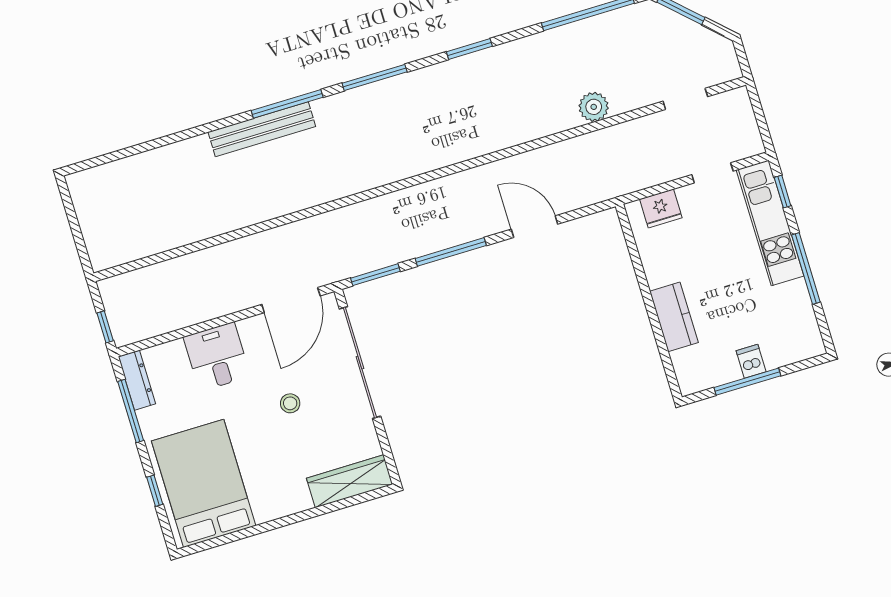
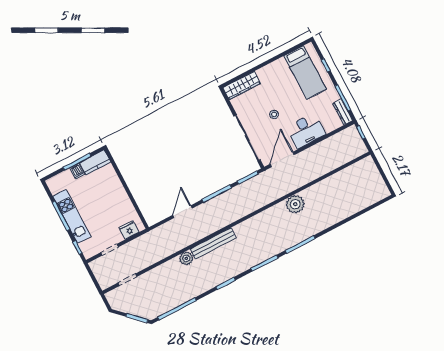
plant: (594, 107) -> (186, 258), moved
bench: (262, 129) -> (213, 243), moved
plant: (281, 195) -> (295, 204), added
kitchen unit: (770, 223) -> (72, 216), moved
door: (534, 227) -> (182, 212), swing flipped
kitchen counter: (674, 317) -> (95, 162), moved, turned -90
desk: (217, 357) -> (306, 131), width x1.37
bed: (204, 483) -> (305, 72), width x0.67

